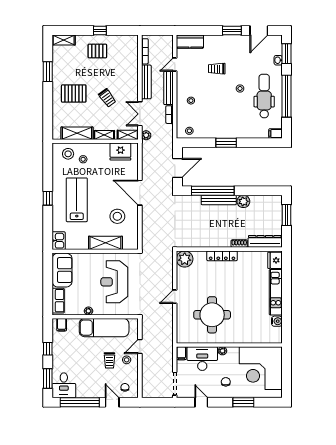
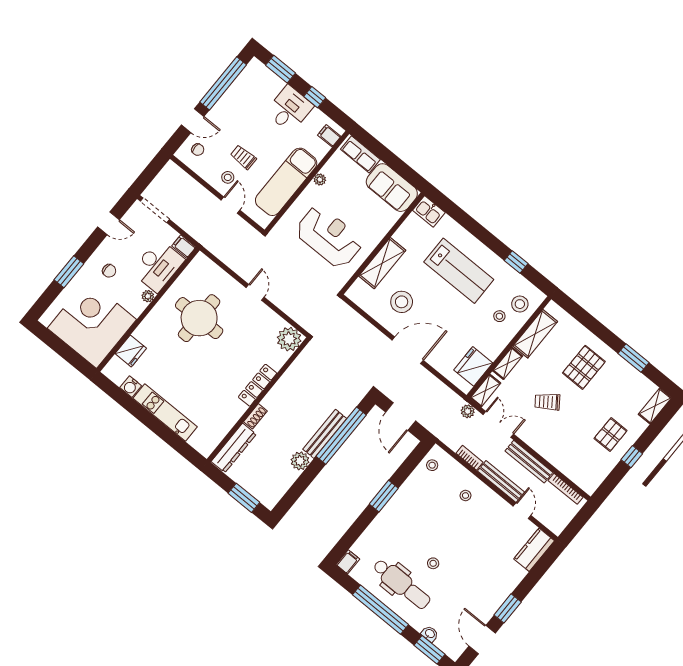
trolley: (217, 69) -> (478, 555), removed
window: (48, 198) -> (516, 262), moved
fridge: (275, 260) -> (131, 351), moved, turned 90
desk: (64, 385) -> (289, 109), moved, turned 90

